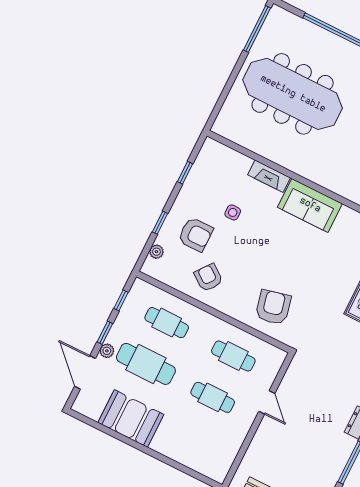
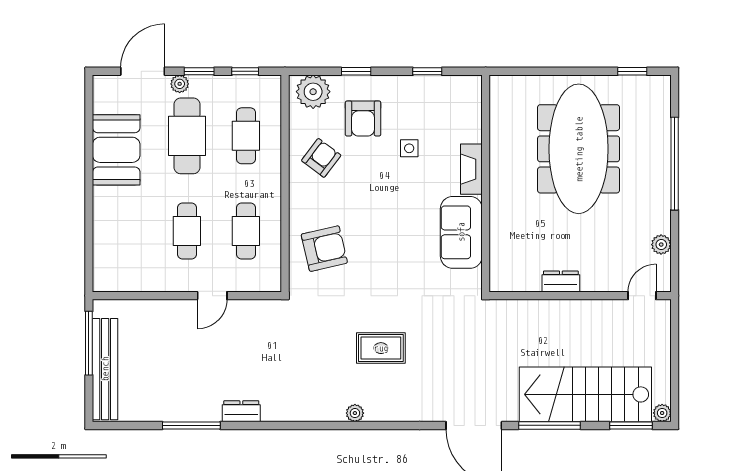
window: (257, 29) -> (632, 71), width x0.46
plant: (156, 252) -> (313, 92), width x1.87, depth x1.87

